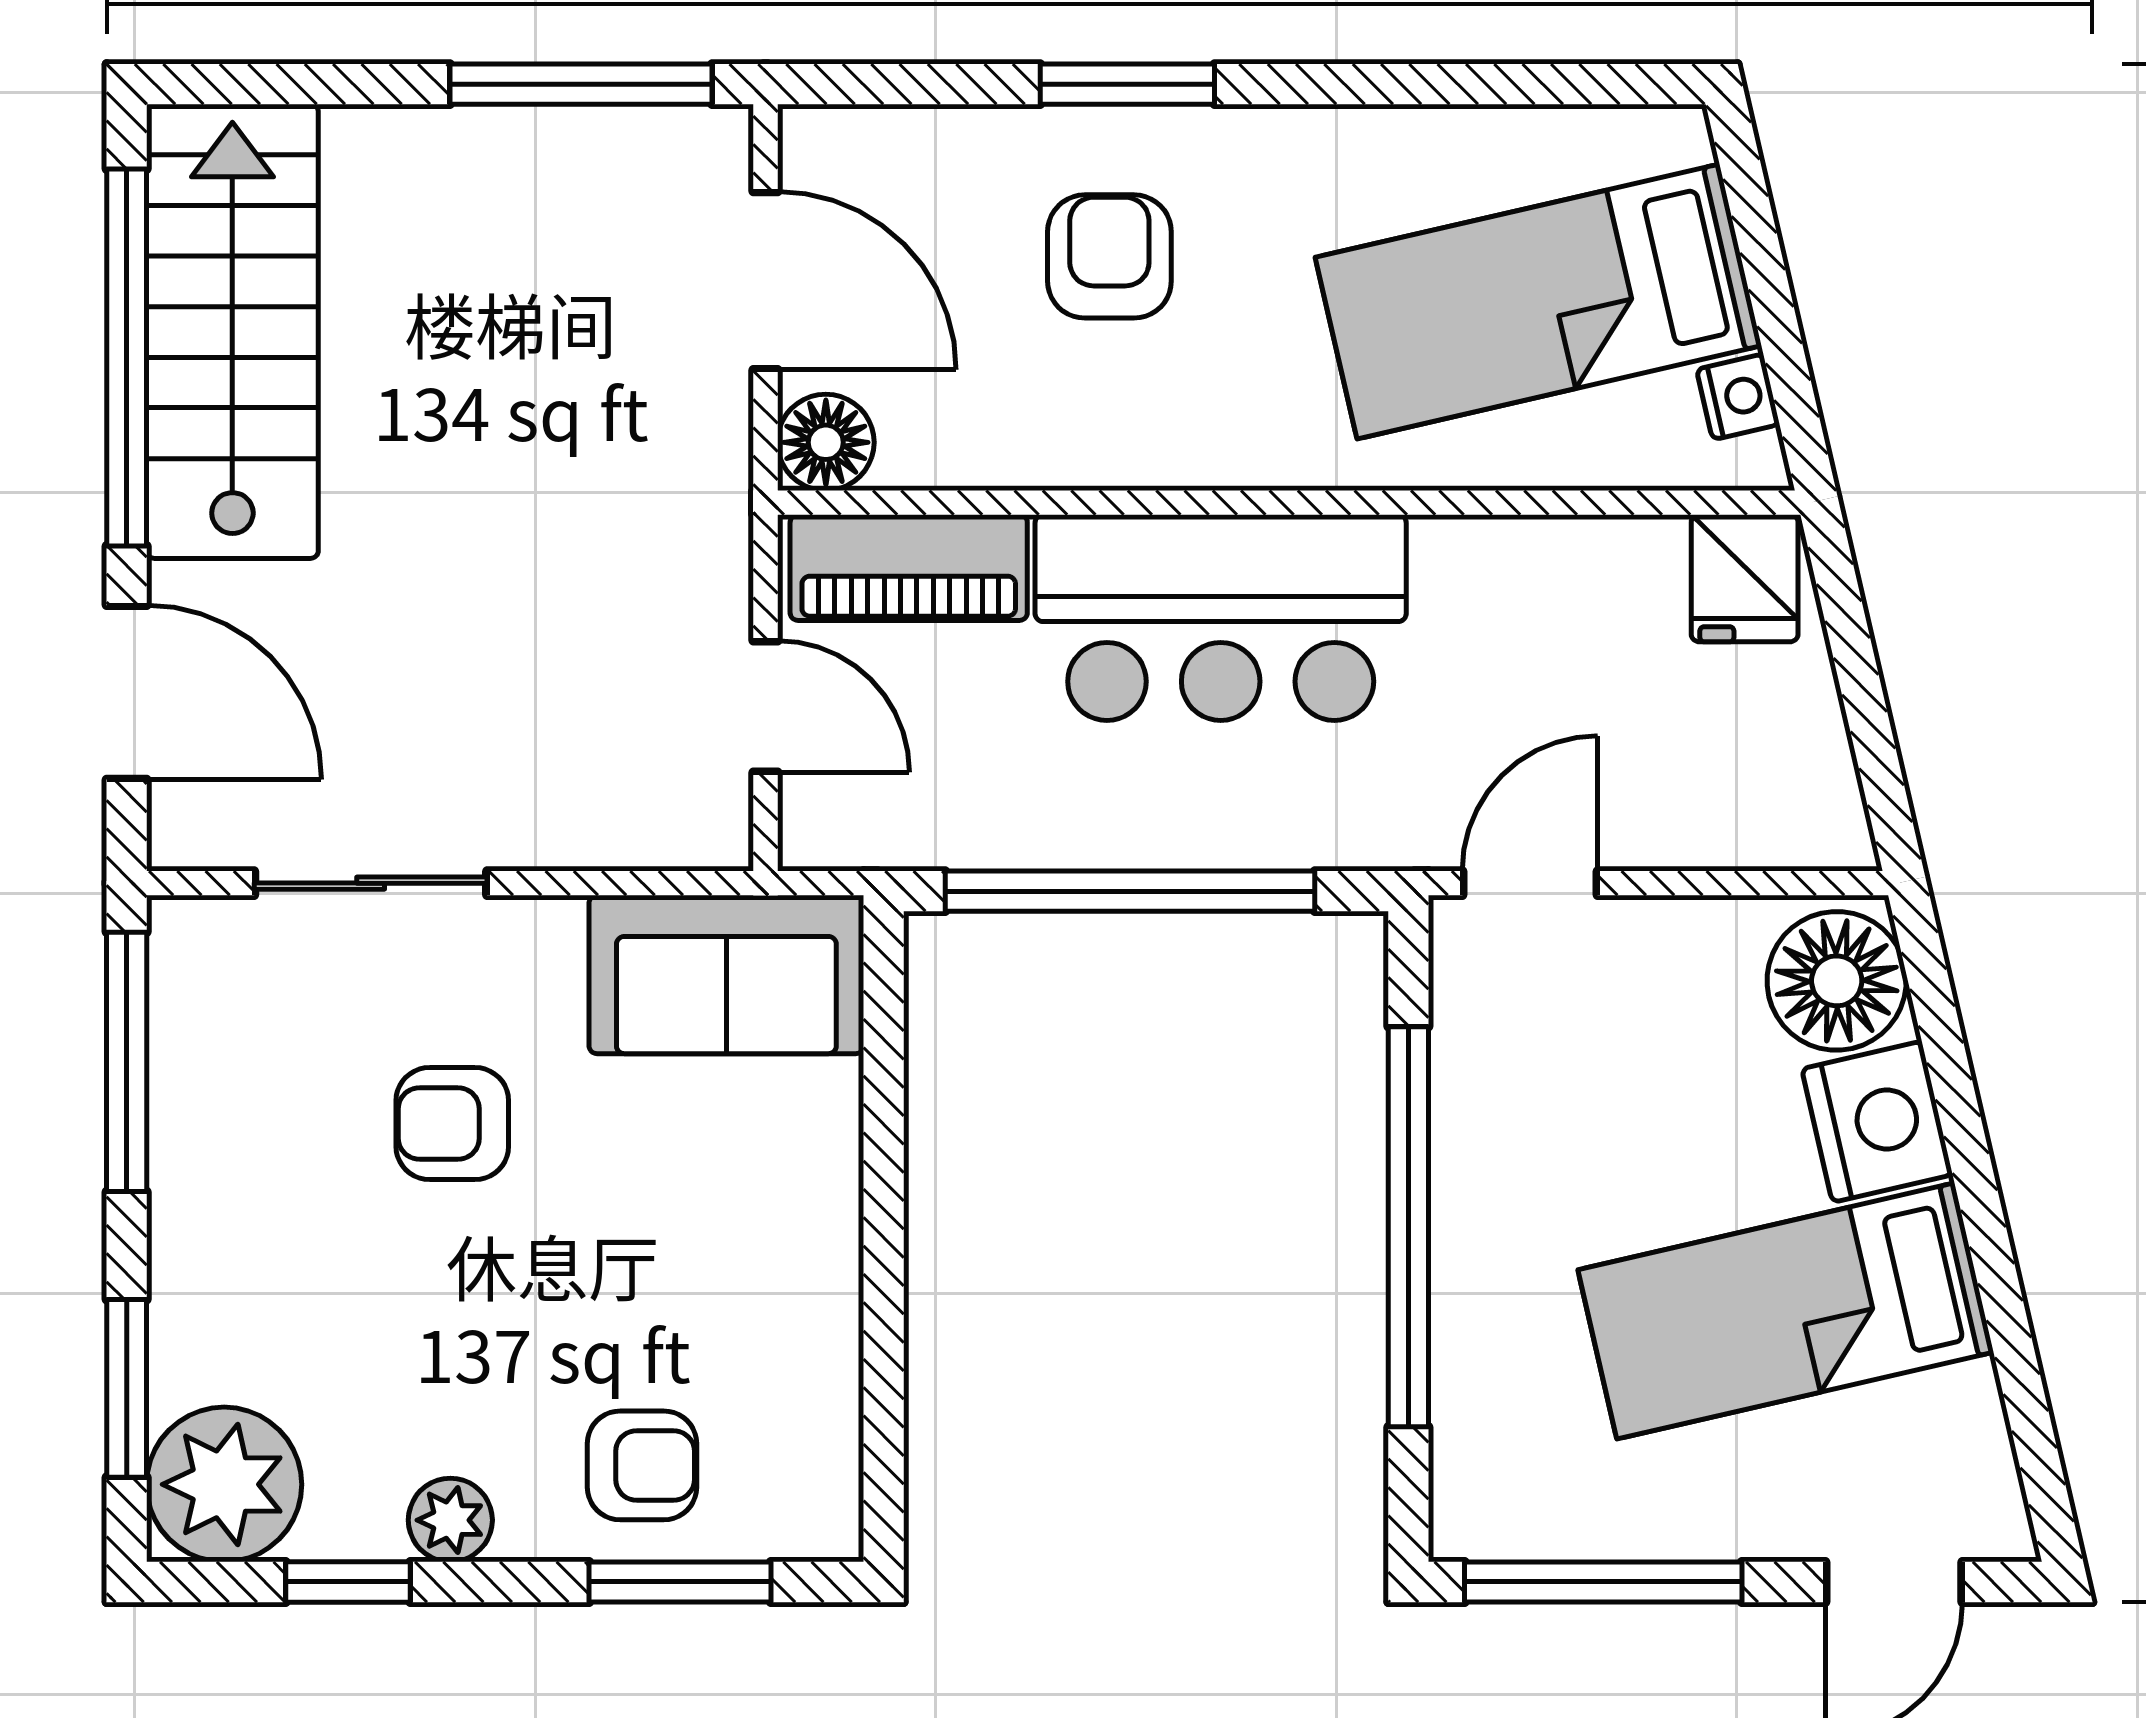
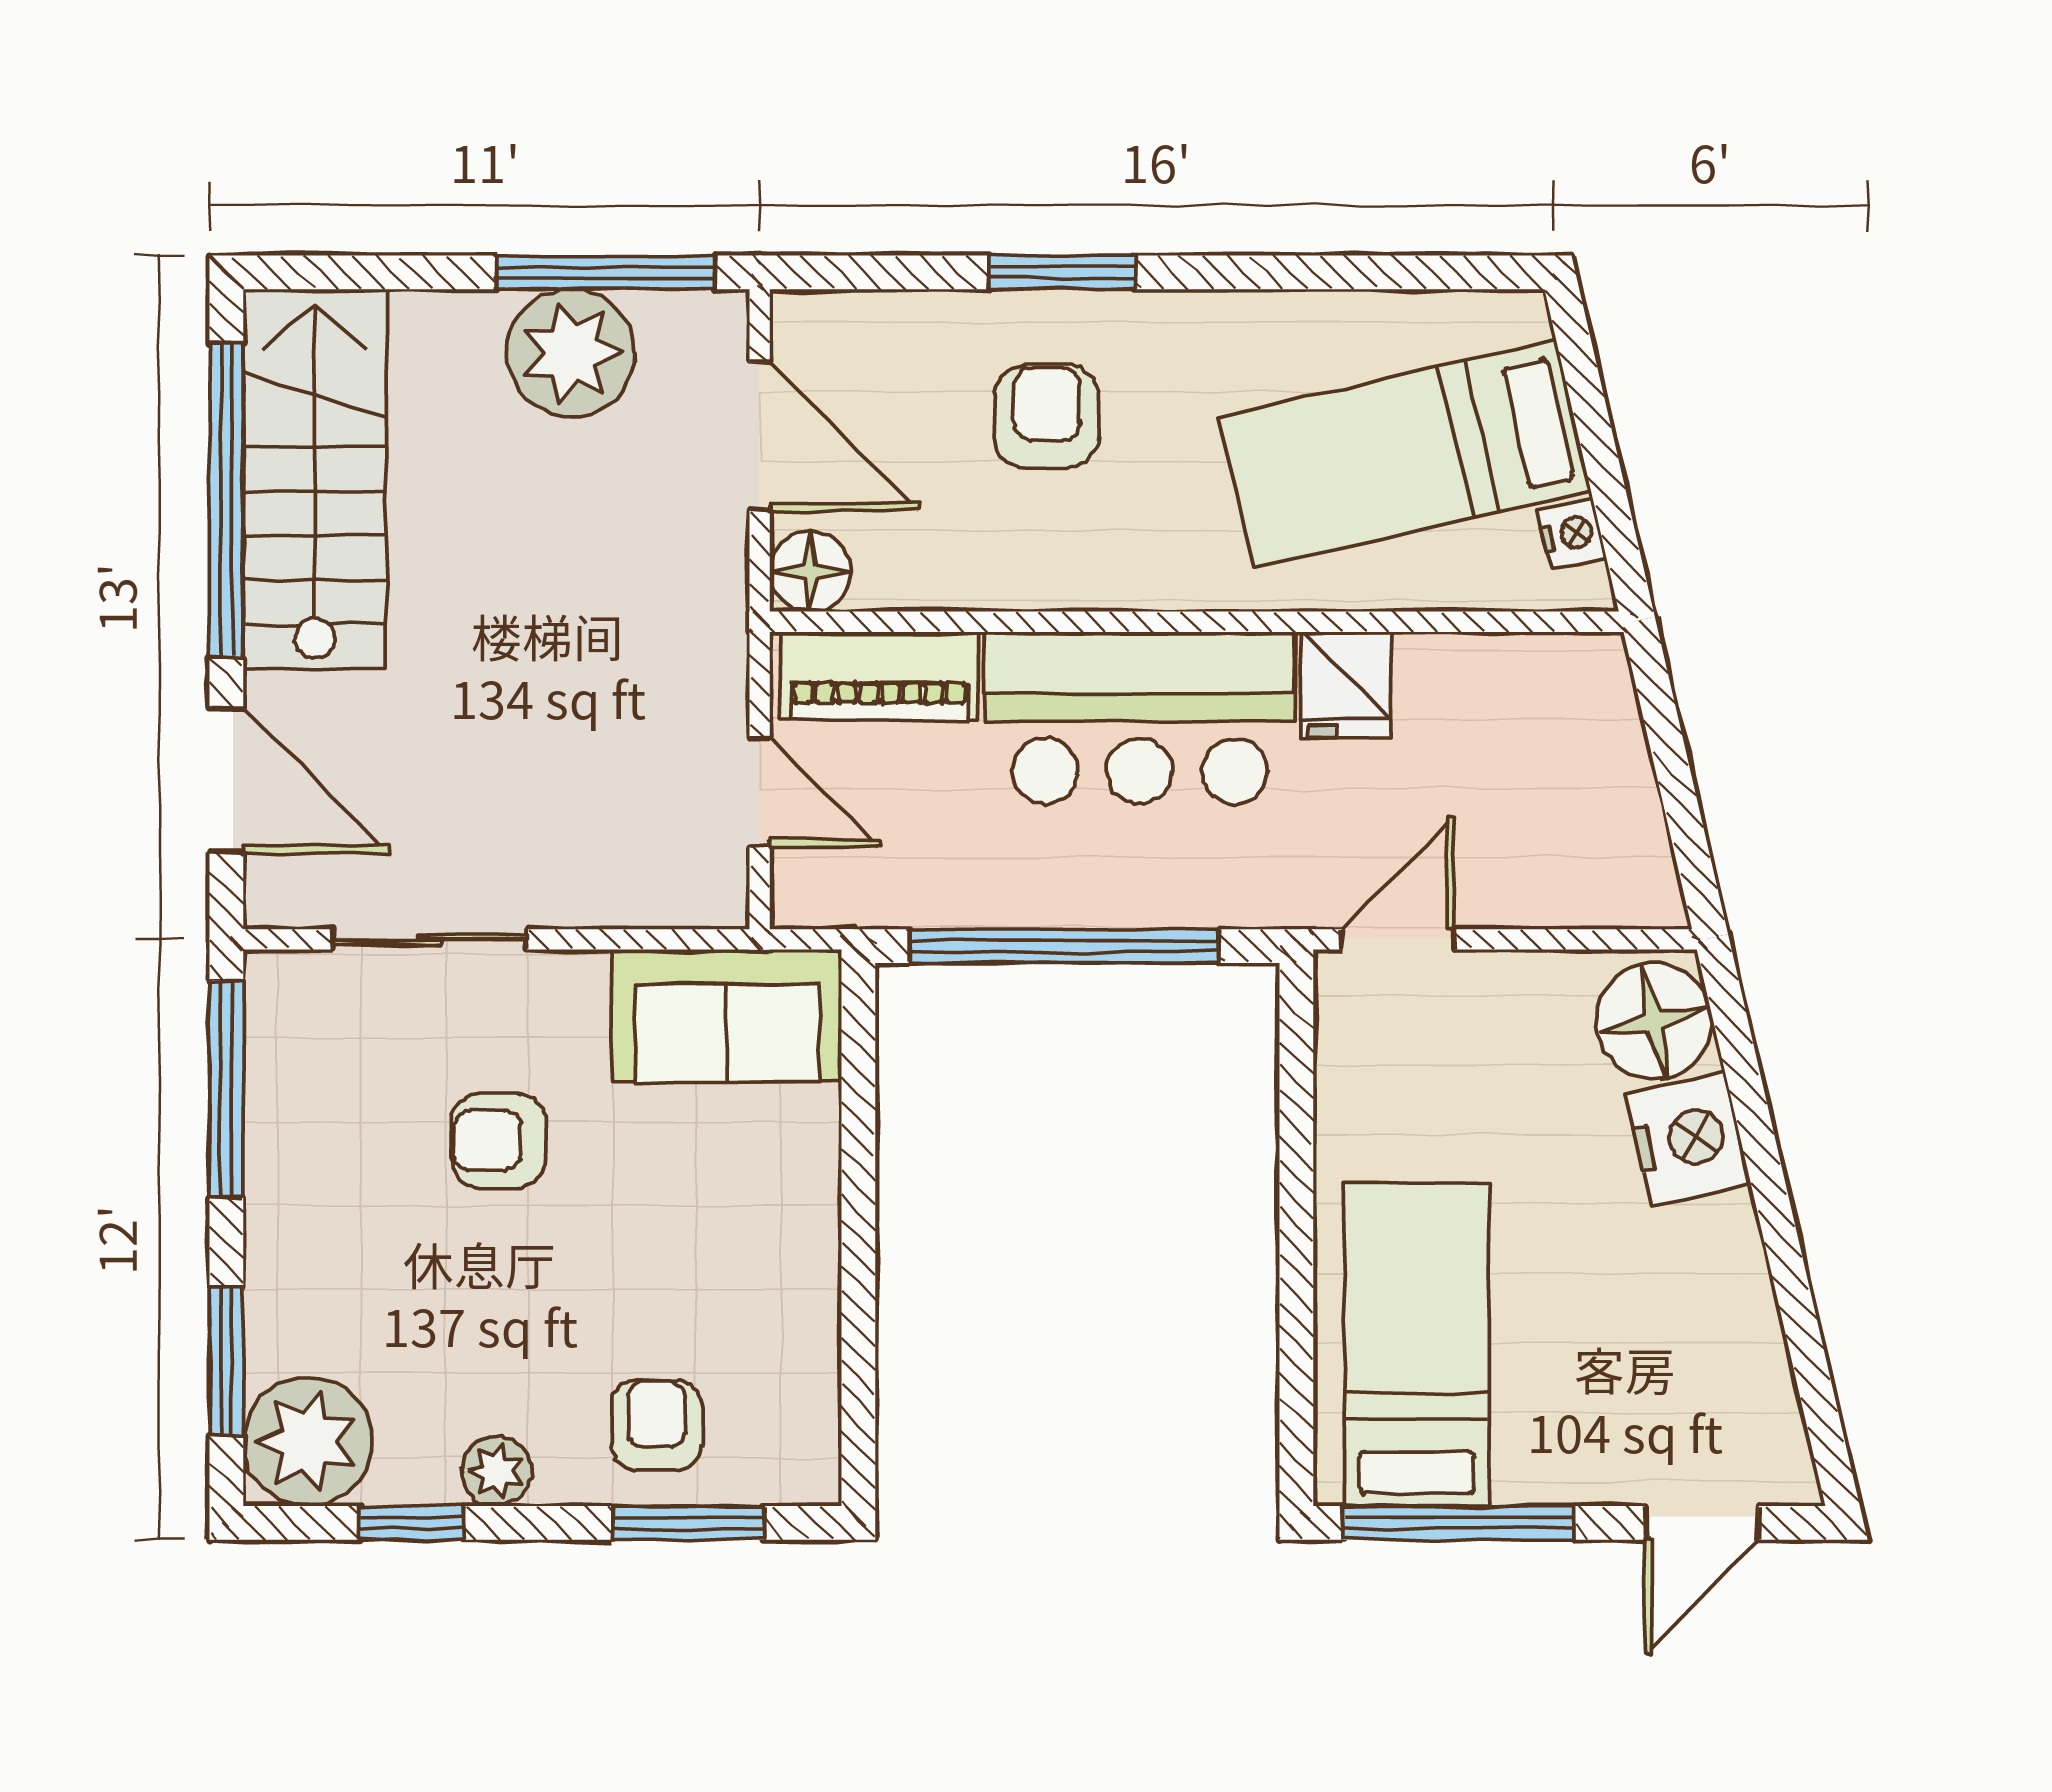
plant: (539, 181) -> (571, 353), added
fridge: (1745, 578) -> (1346, 685), moved
window: (1408, 1227) -> (1296, 1226), removed
bed: (1786, 1311) -> (1417, 1345), moved, turned 103
armchair: (642, 1465) -> (657, 1426), turned -90

